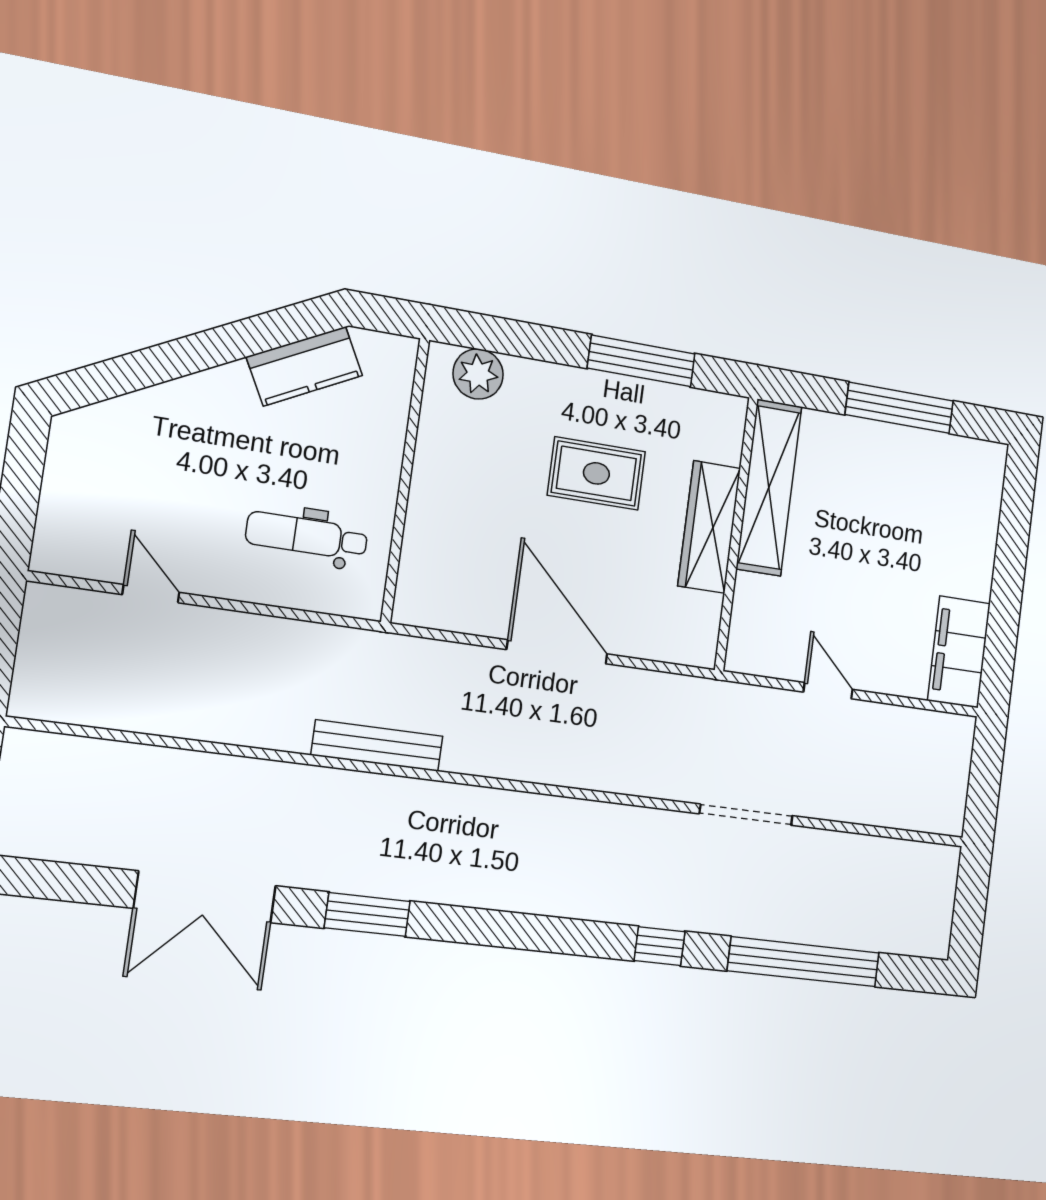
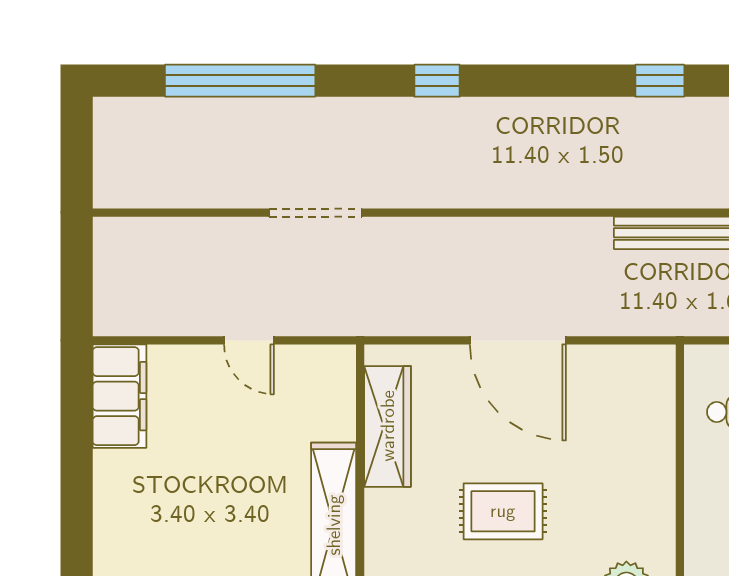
wardrobe: (709, 527) -> (388, 426), moved
window: (367, 915) -> (660, 81), width x0.67
window: (660, 946) -> (437, 81), moved

